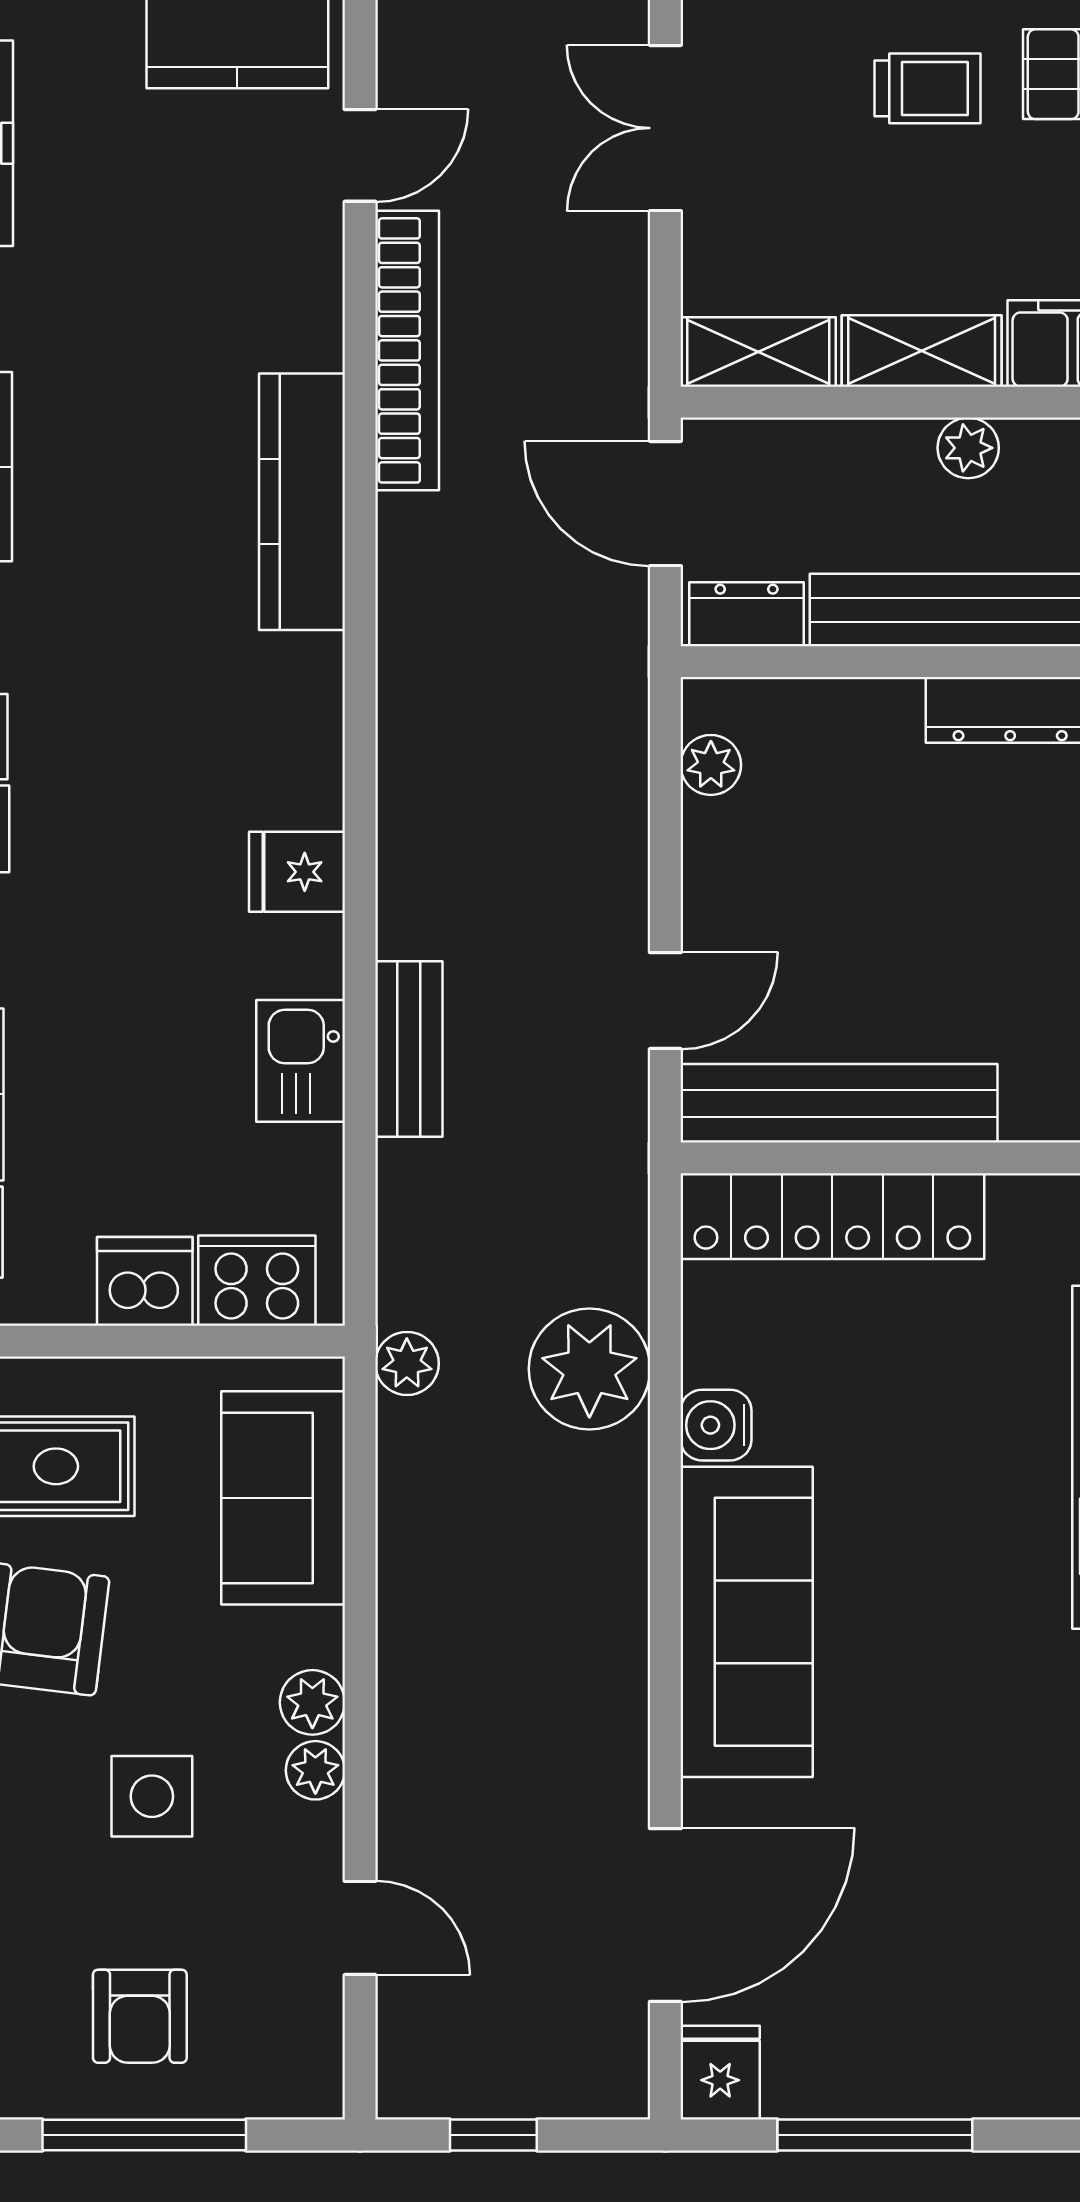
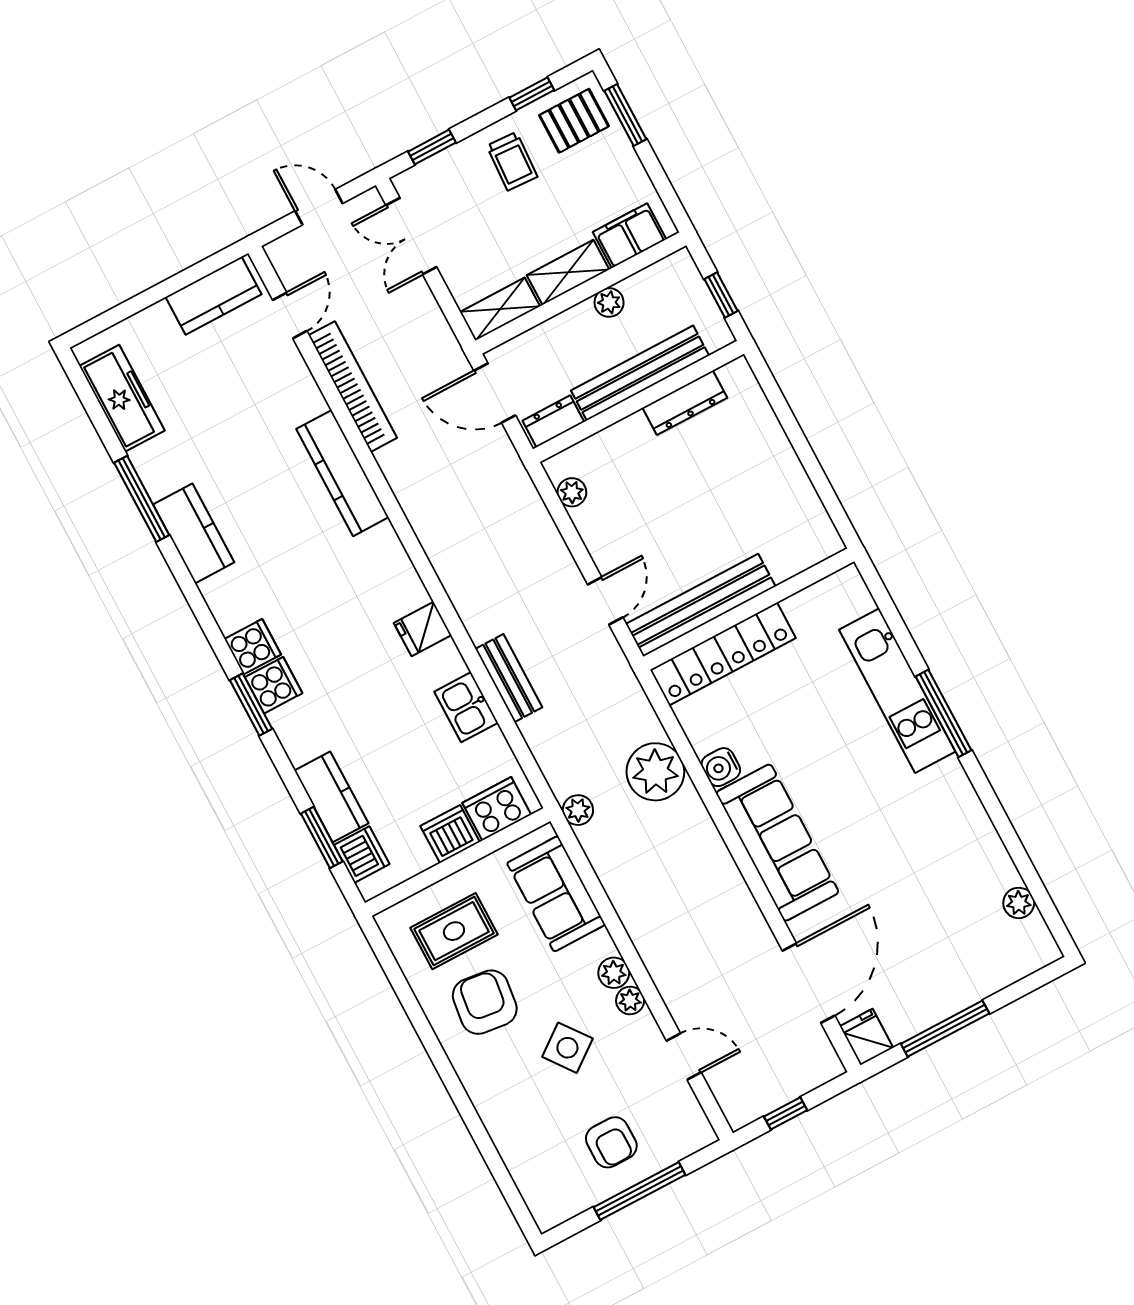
trolley: (927, 88) -> (512, 161), turned 93
side table: (152, 1796) -> (567, 1048), turned -37

